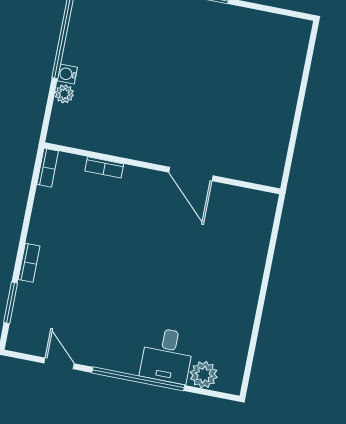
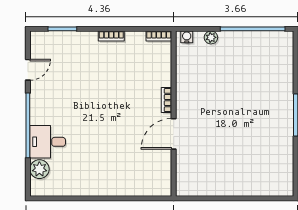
water cooler: (67, 74) -> (187, 37), moved
bookcase: (104, 167) -> (167, 100), moved
bookcase: (29, 263) -> (111, 36), moved

